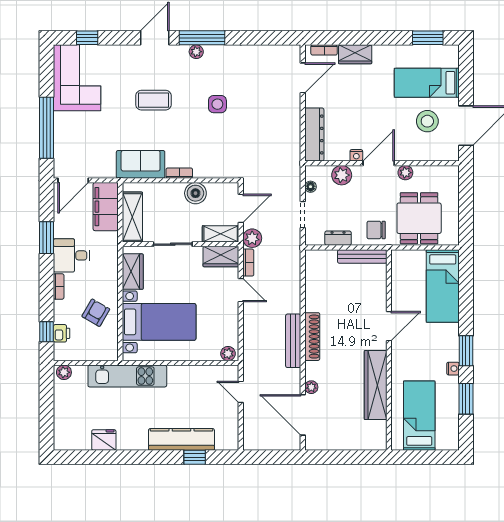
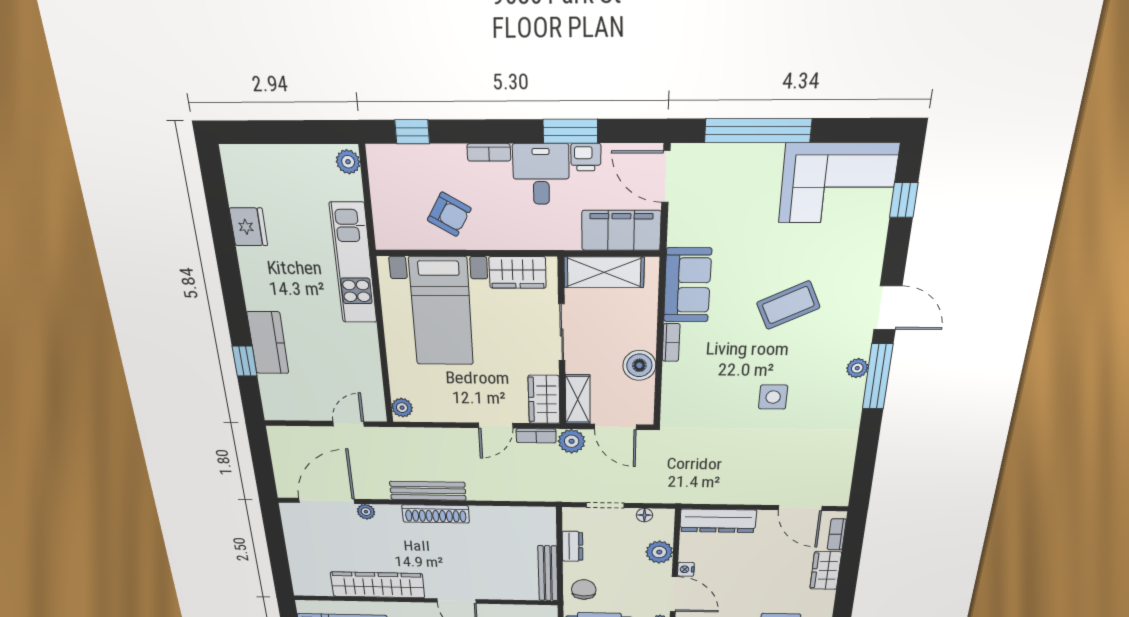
coffee table: (153, 100) -> (788, 305), turned 65
printer: (62, 333) -> (586, 157), moved
kitchen counter: (181, 439) -> (268, 343), width x0.67

